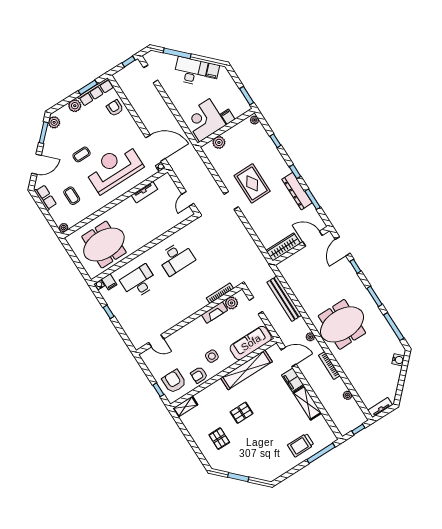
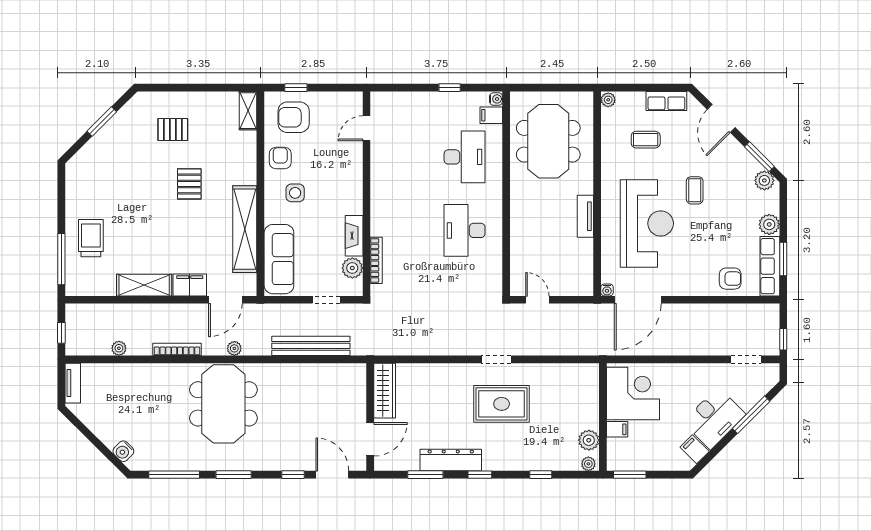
plant: (219, 142) -> (589, 440), moved
tv unit: (145, 192) -> (585, 216), moved
armchair: (174, 381) -> (294, 117), turned 180

